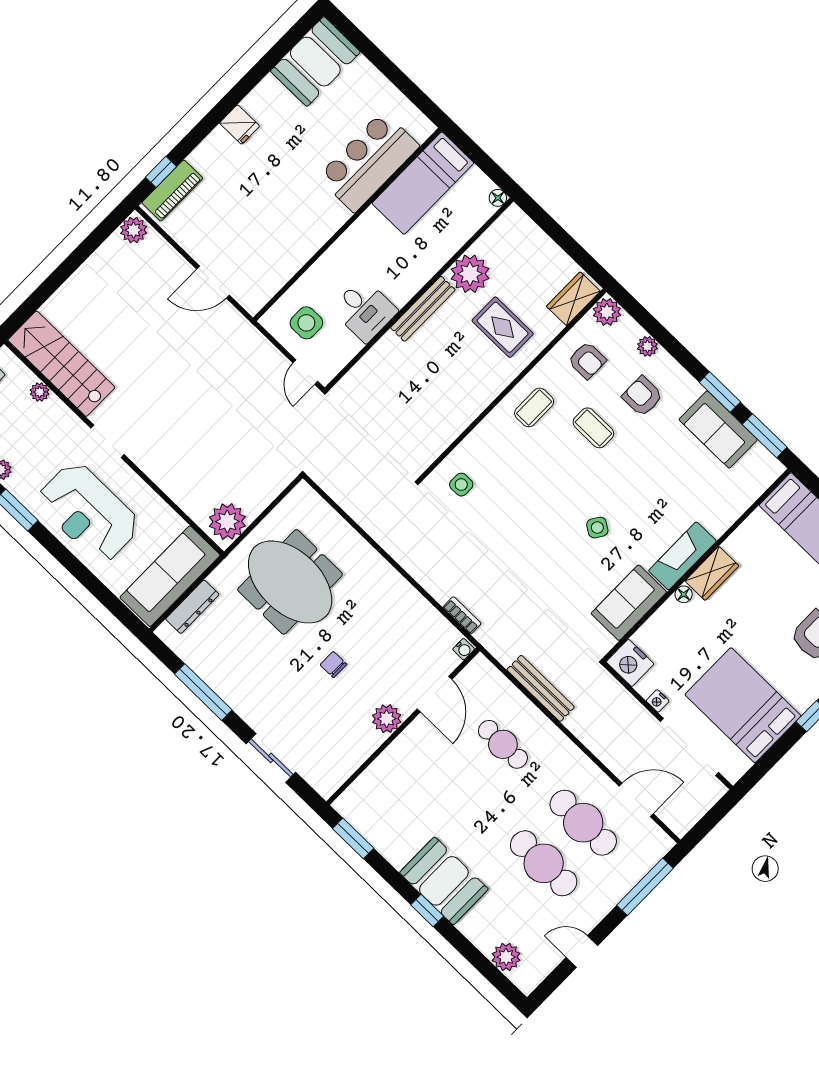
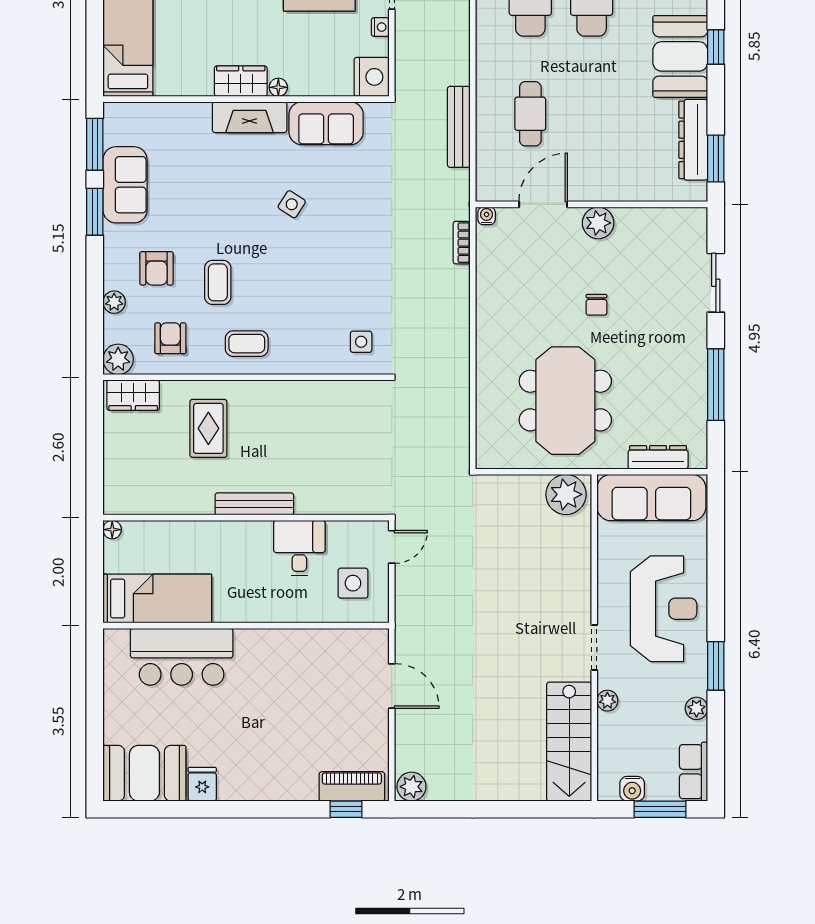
fridge: (240, 125) -> (202, 784), moved
plant: (470, 274) -> (192, 494), removed
plant: (40, 392) -> (607, 701), moved
dresser: (380, 836) -> (693, 140), added

